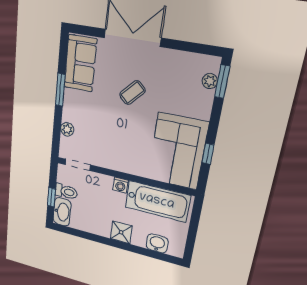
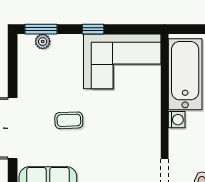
coffee table: (132, 93) -> (69, 120), turned -46
window: (208, 154) -> (93, 29), moved

